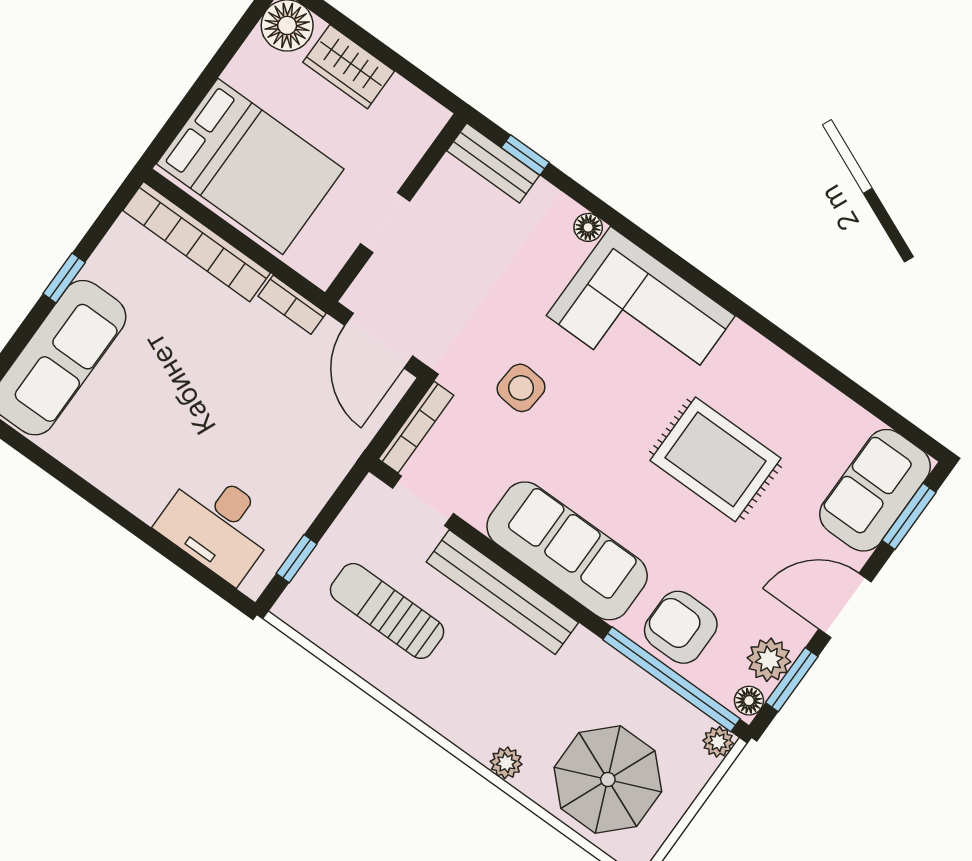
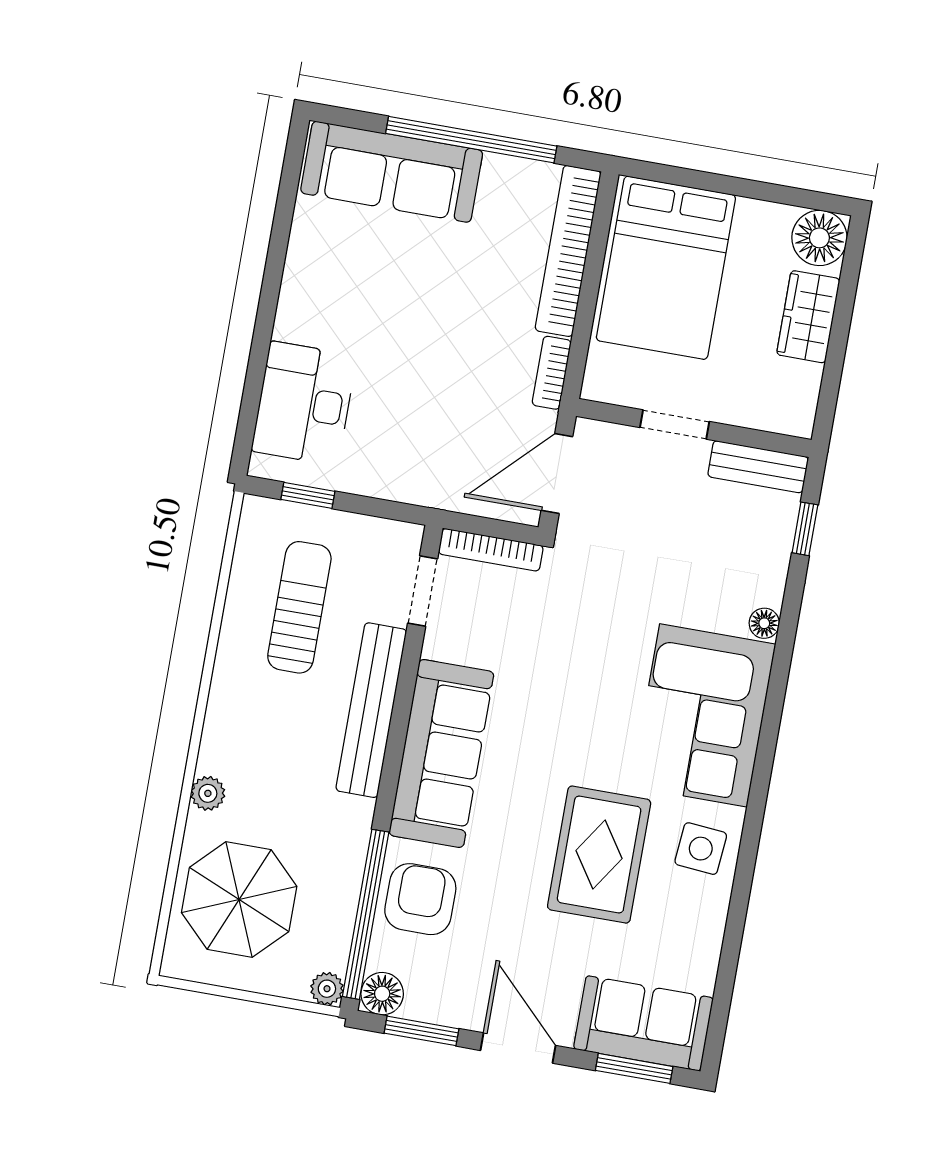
bench: (493, 163) -> (758, 467), moved, turned 90
window: (64, 278) -> (471, 140), width x3.17
side table: (521, 388) -> (701, 849), moved
plant: (769, 660) -> (430, 1000), removed
floor lamp: (749, 701) -> (382, 994), width x1.37, depth x1.37

